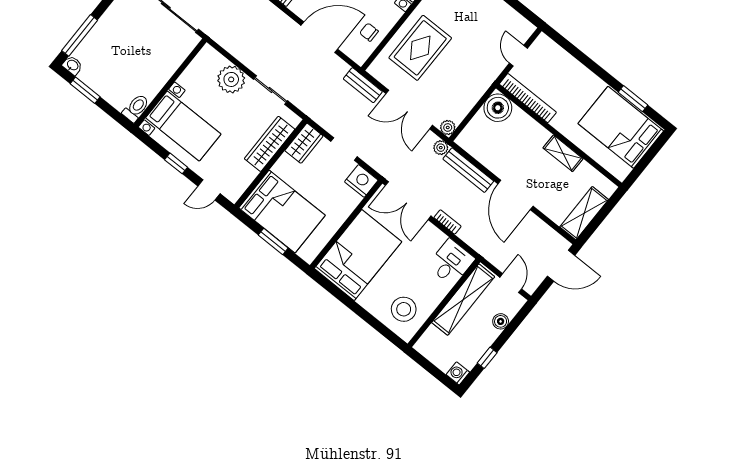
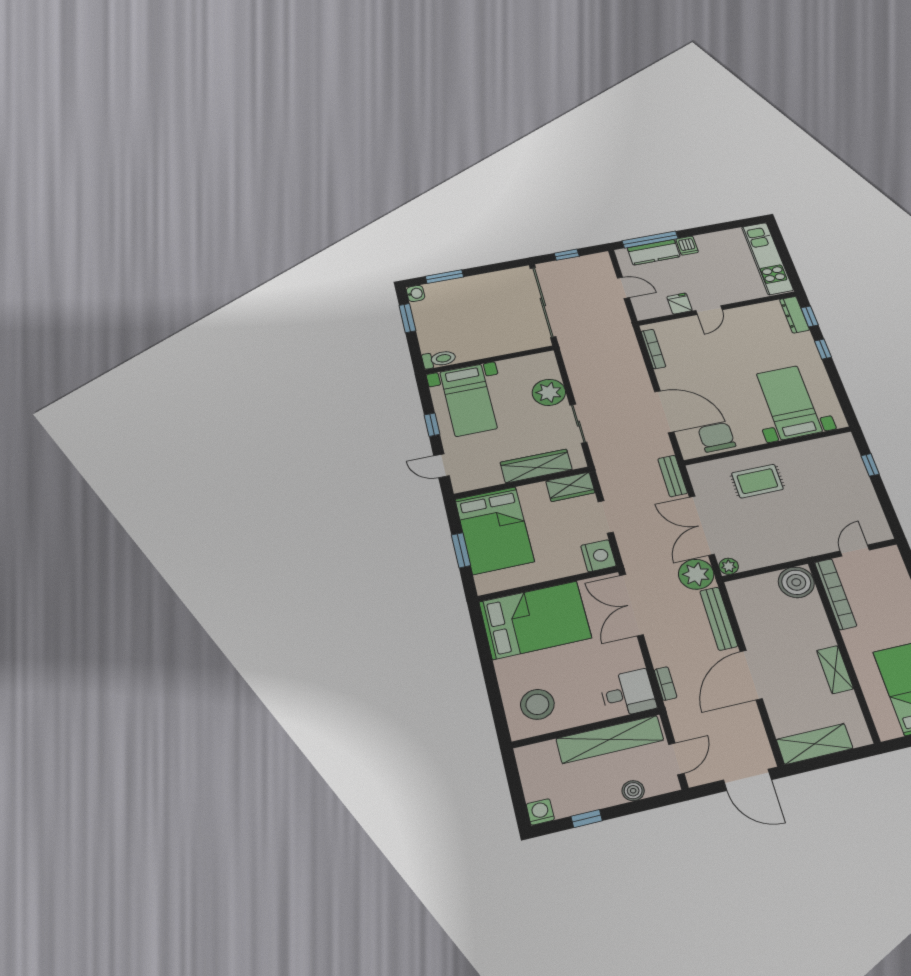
chair: (369, 32) -> (717, 437), width x1.87, depth x1.87
window: (80, 35) -> (445, 277), width x0.69
rug: (420, 48) -> (757, 481), width x0.73, depth x0.70
plant: (441, 148) -> (696, 574), width x1.87, depth x1.87
bookcase: (448, 222) -> (666, 684), moved

